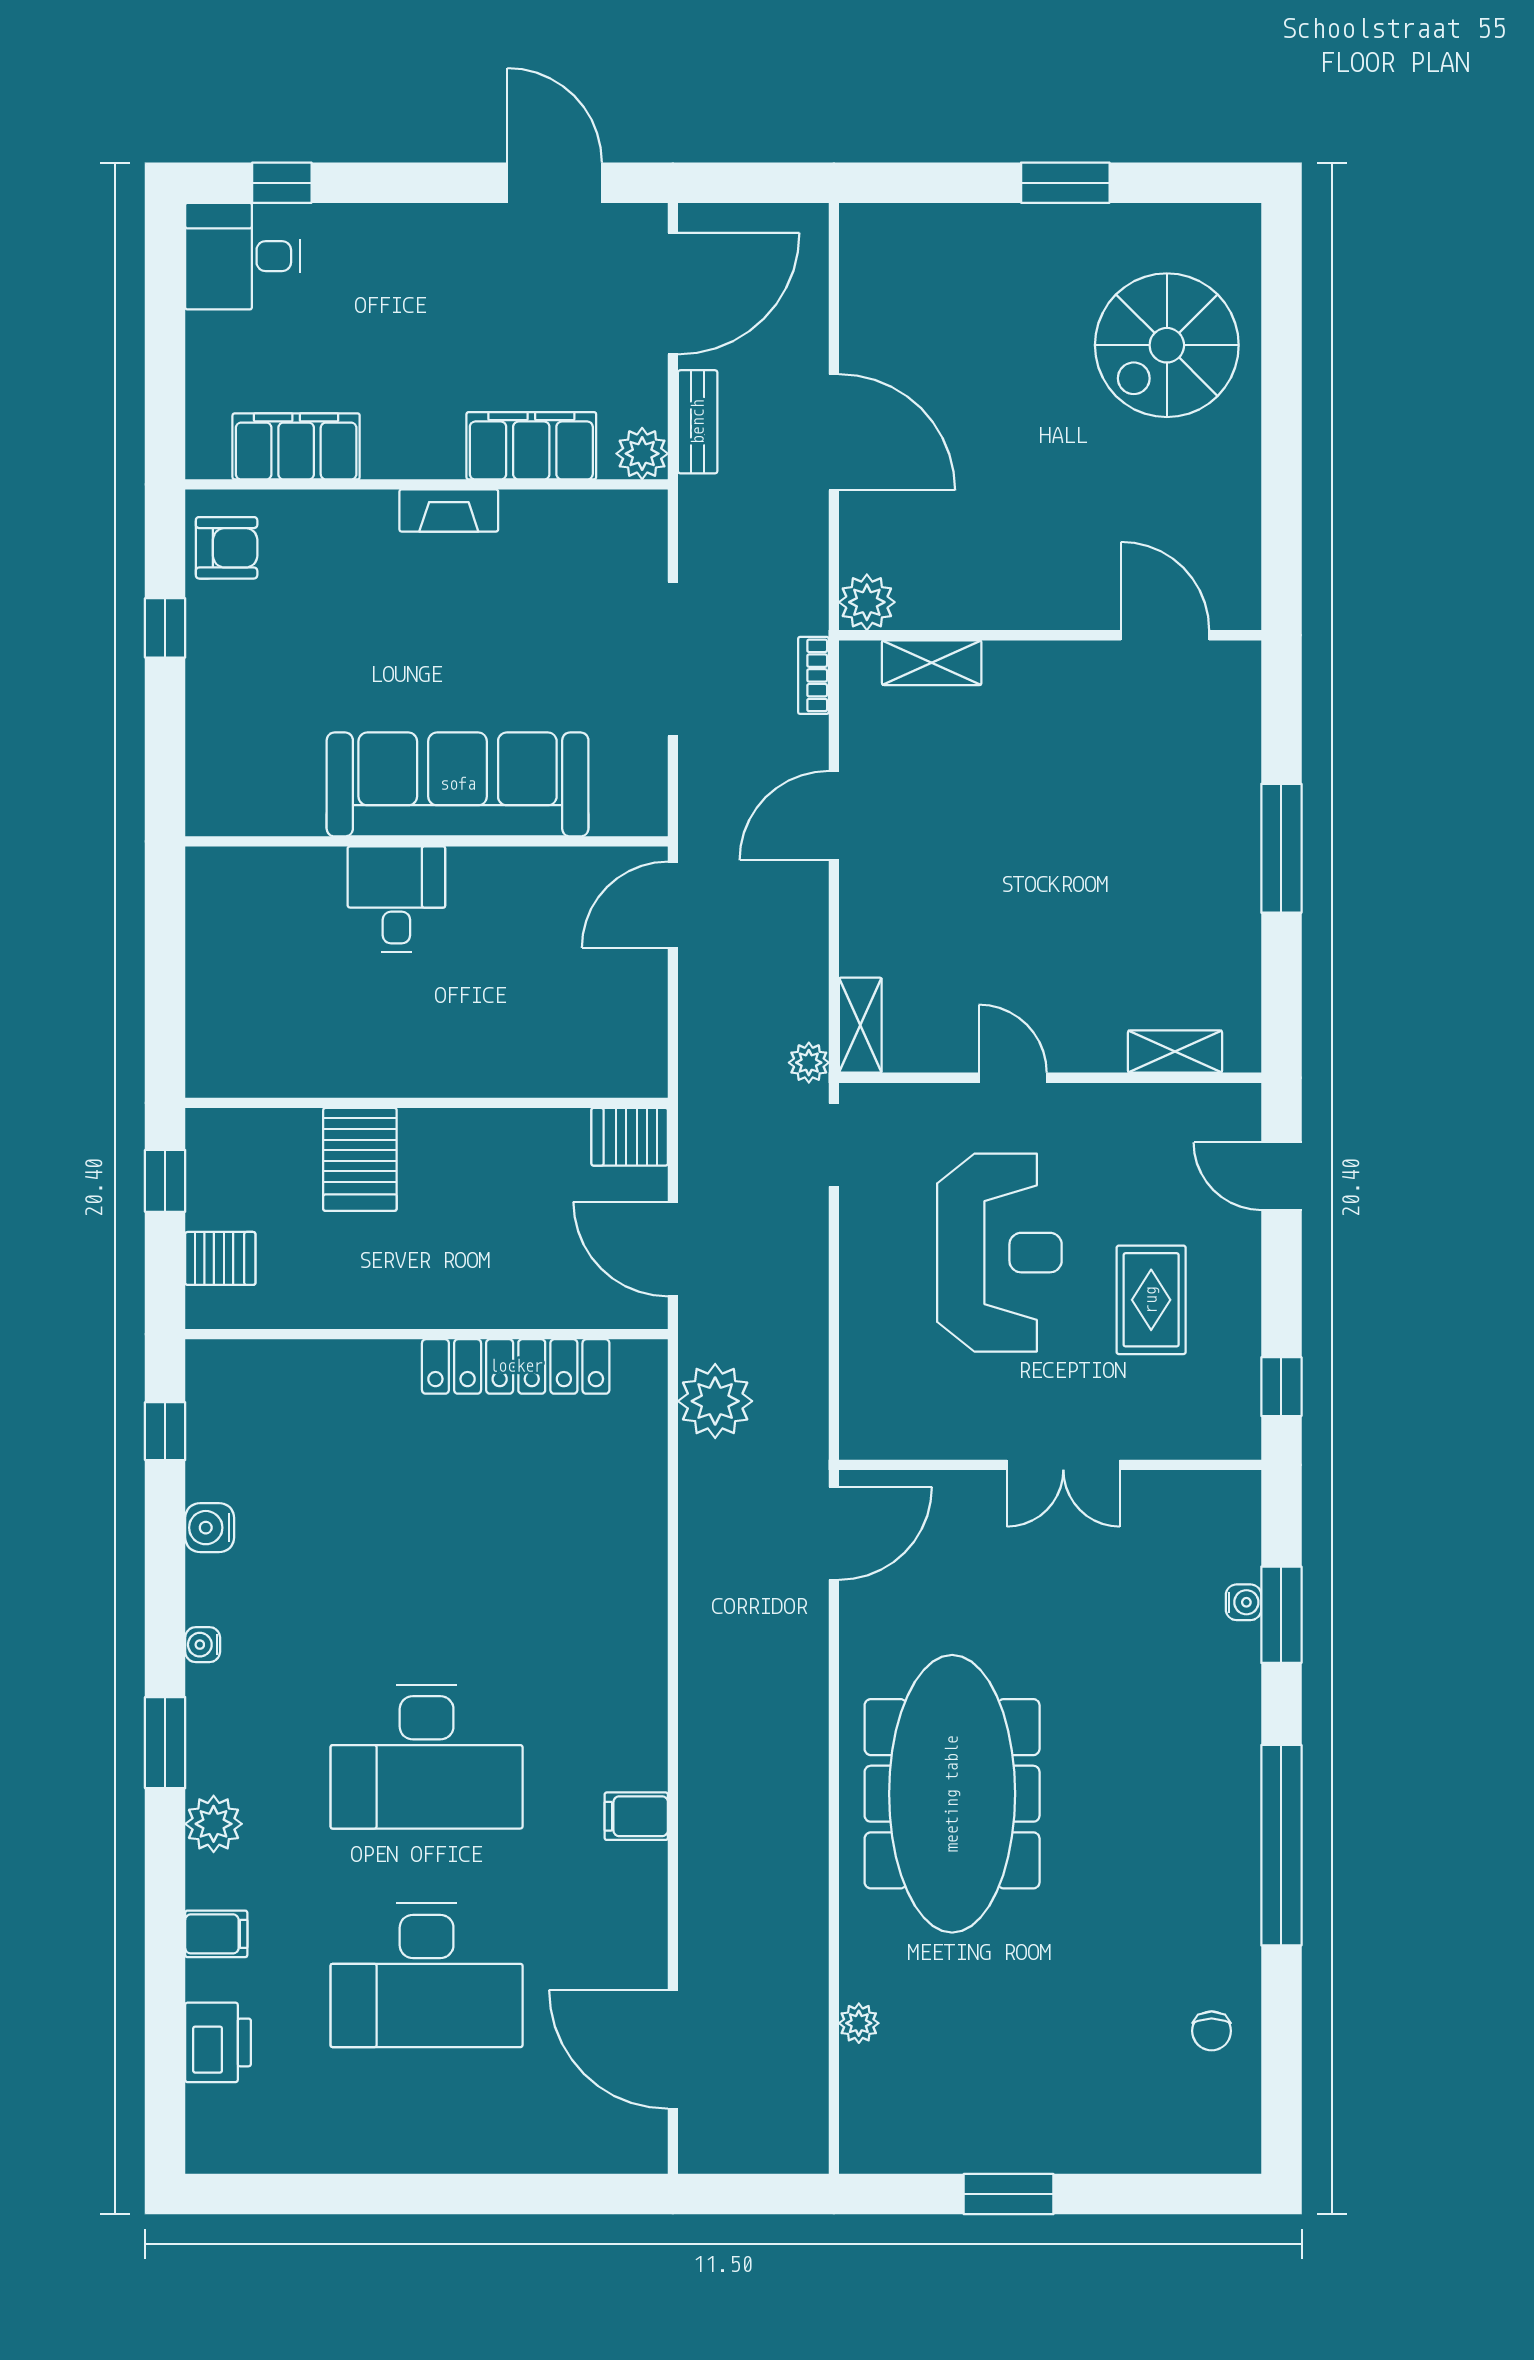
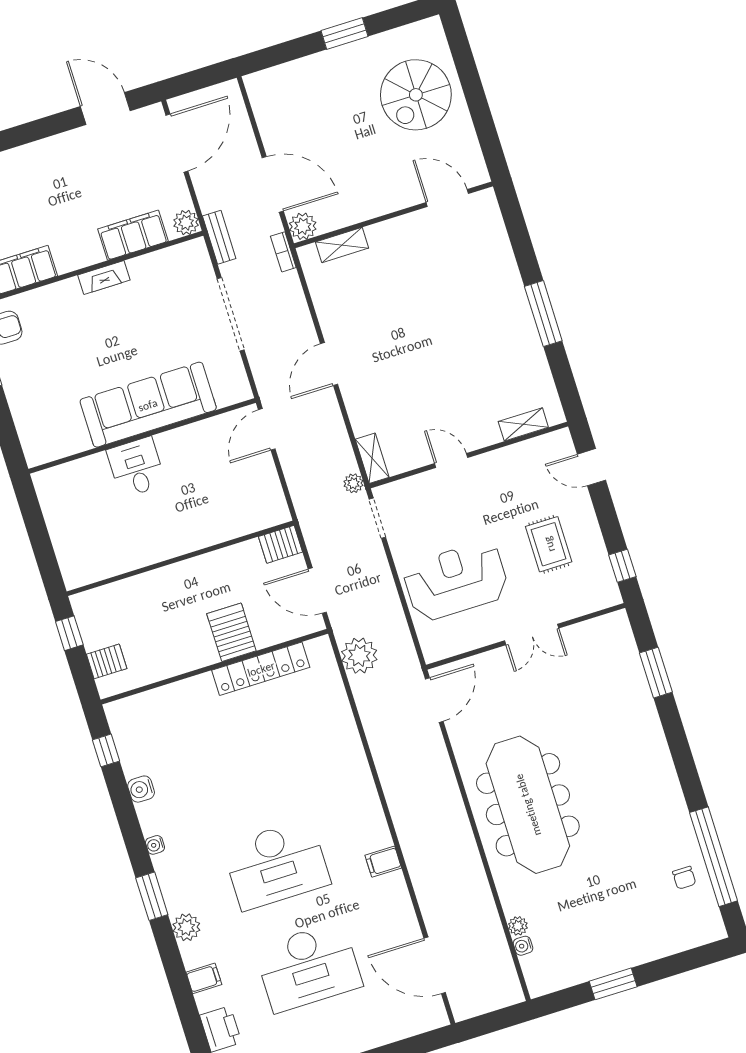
bench: (698, 422) -> (219, 237), moved
plant: (867, 602) -> (303, 226), moved
wall: (1050, 635) -> (393, 215), moved
door: (1165, 635) -> (447, 198), moved
shelving: (932, 663) -> (342, 245), moved
bookcase: (813, 675) -> (283, 252), moved
server rack: (360, 1159) -> (231, 632), moved, turned 180
reception desk: (999, 1253) -> (456, 581), moved, turned -90
water cooler: (1244, 1602) -> (523, 946), moved, turned 180
window: (1281, 1845) -> (714, 857), moved

